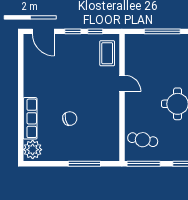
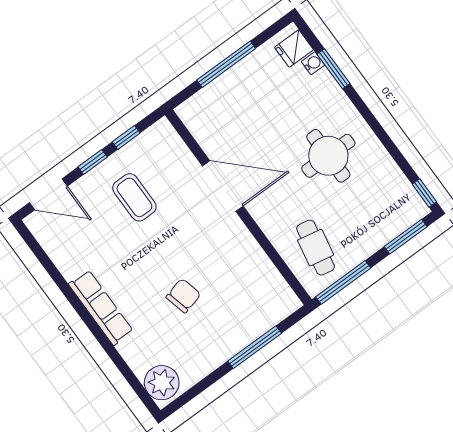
coffee table: (107, 53) -> (134, 197), moved
door: (122, 83) -> (223, 186), width x1.88
row of seats: (30, 118) -> (101, 308), moved
cafe table: (143, 140) -> (316, 248), turned 90

